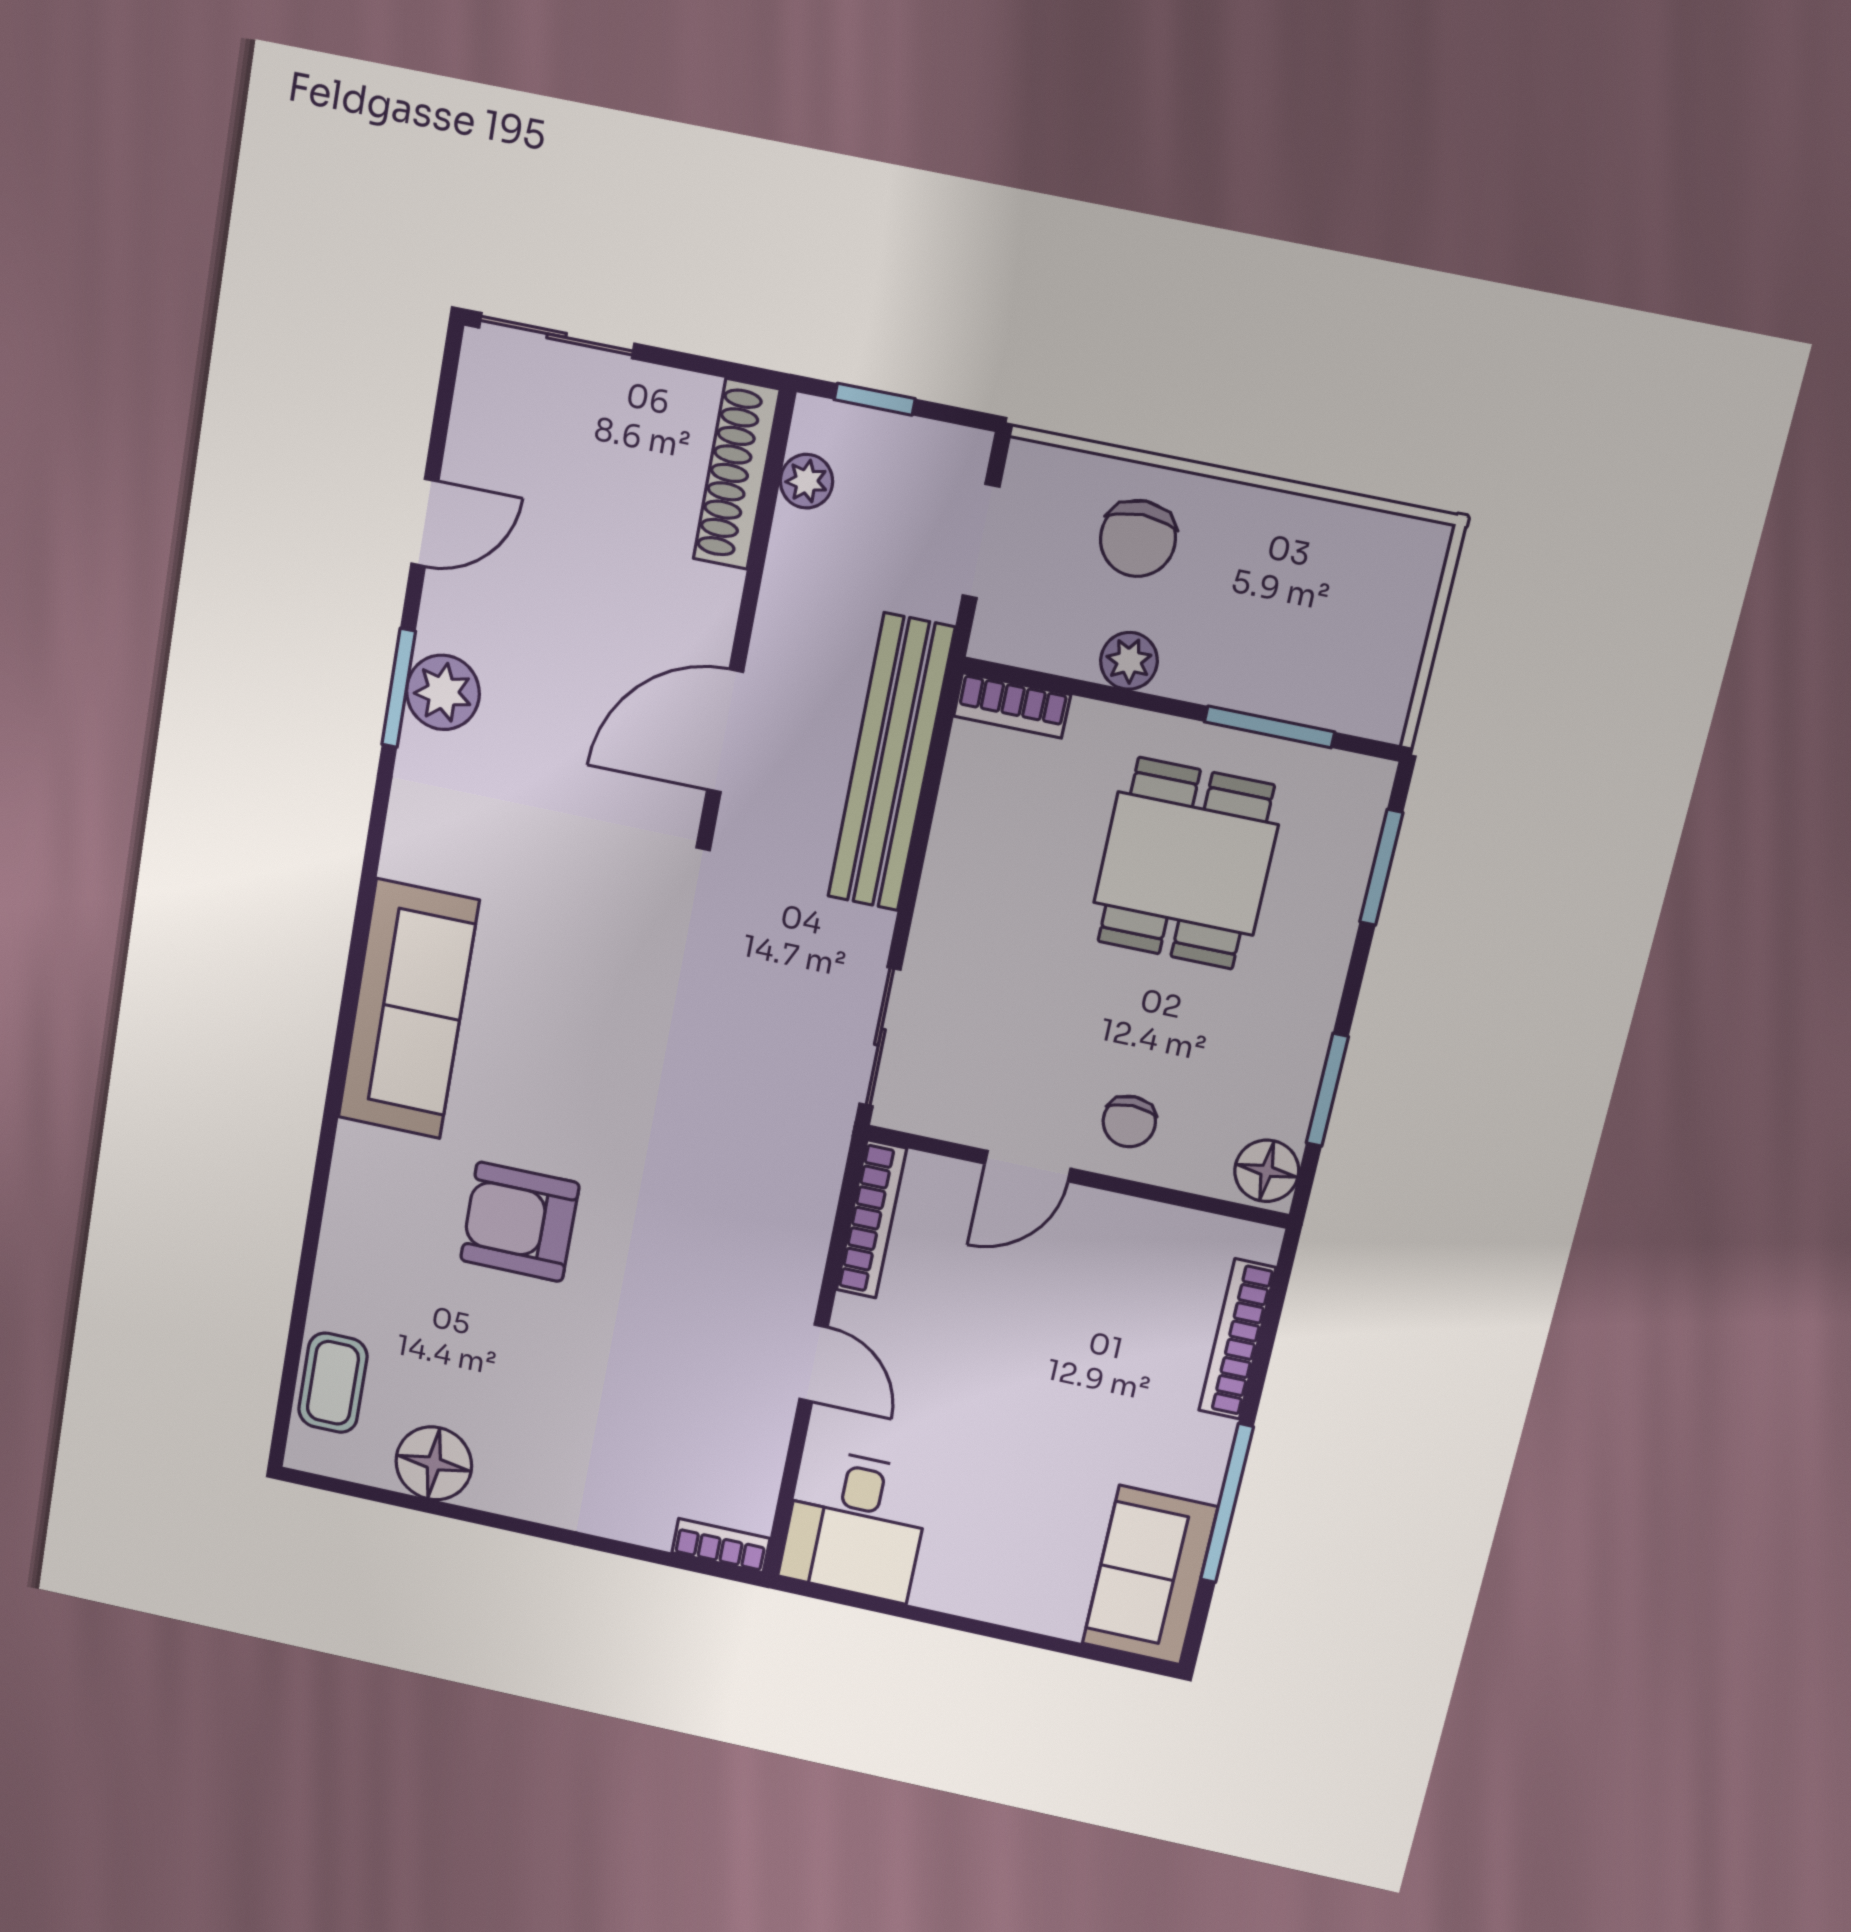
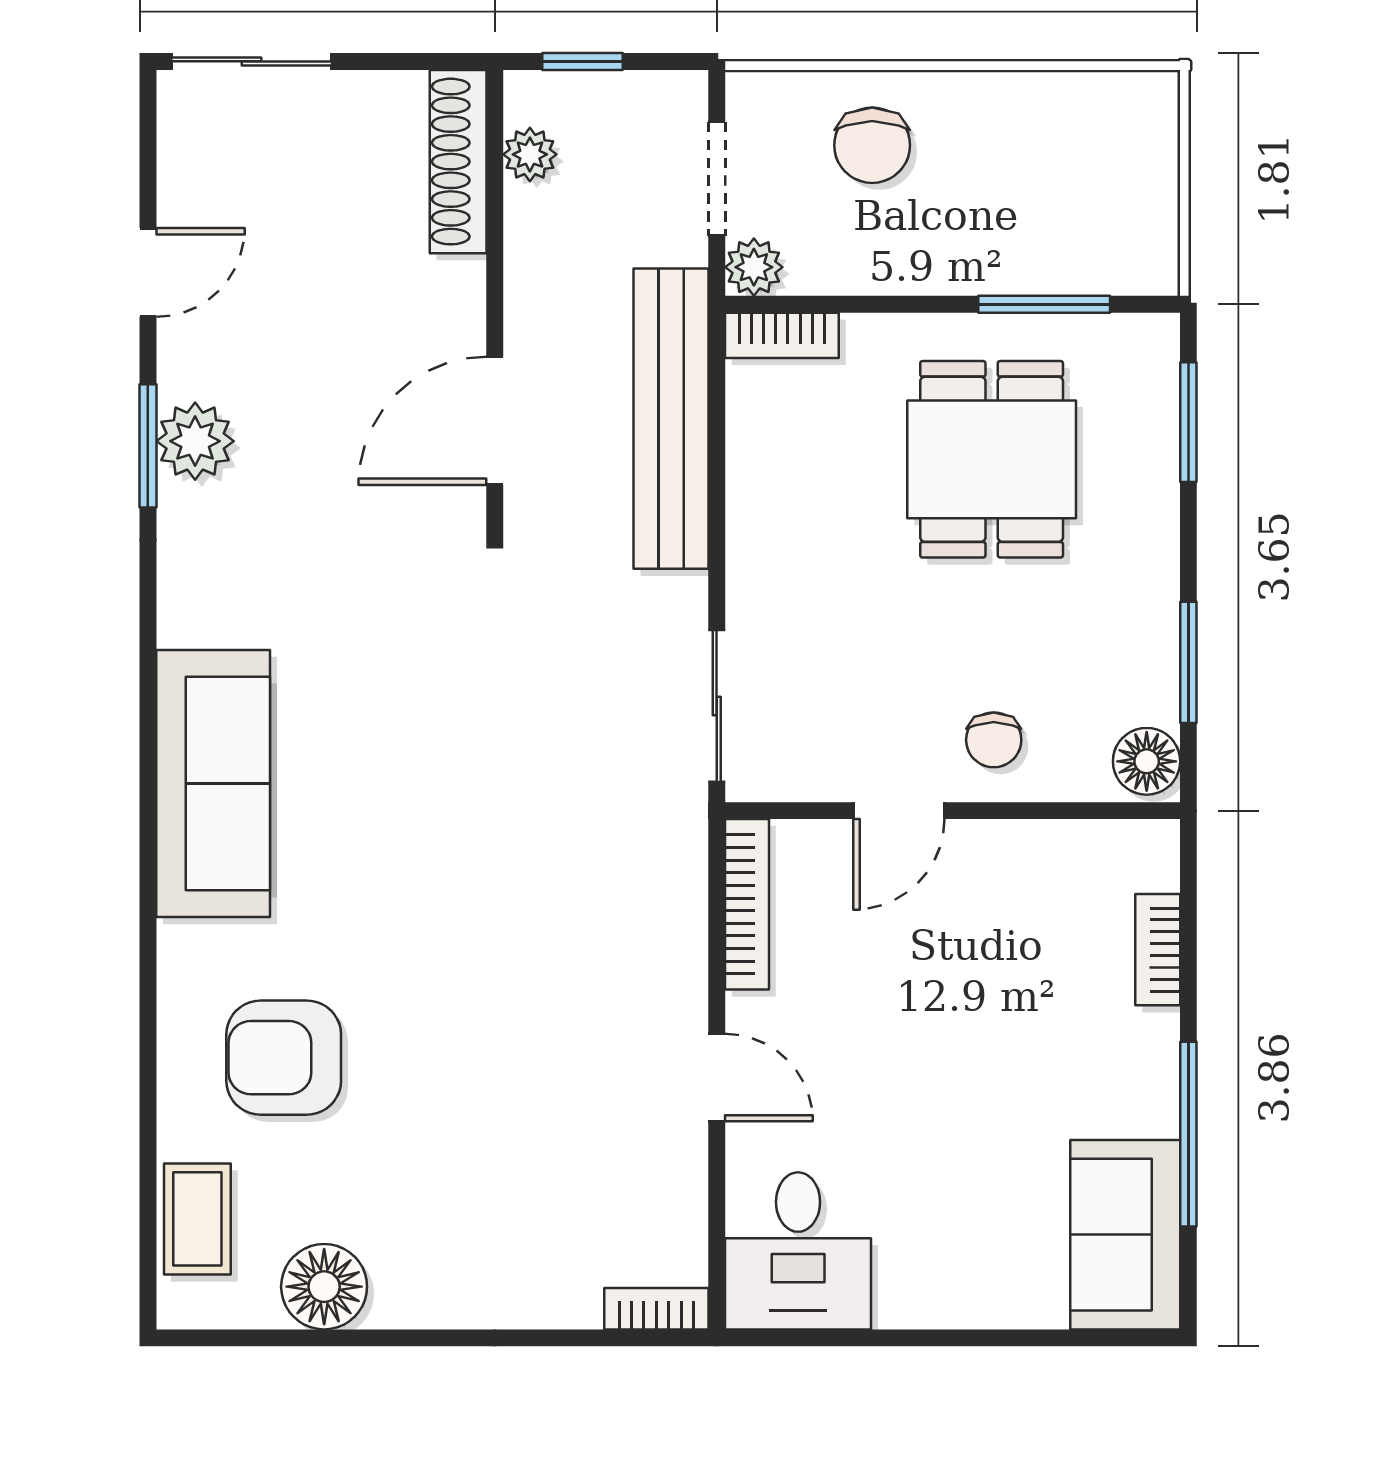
plant: (1129, 661) -> (754, 267), moved
armchair: (520, 1222) -> (284, 1058), moved
bookcase: (1237, 1339) -> (1158, 950), width x0.64

